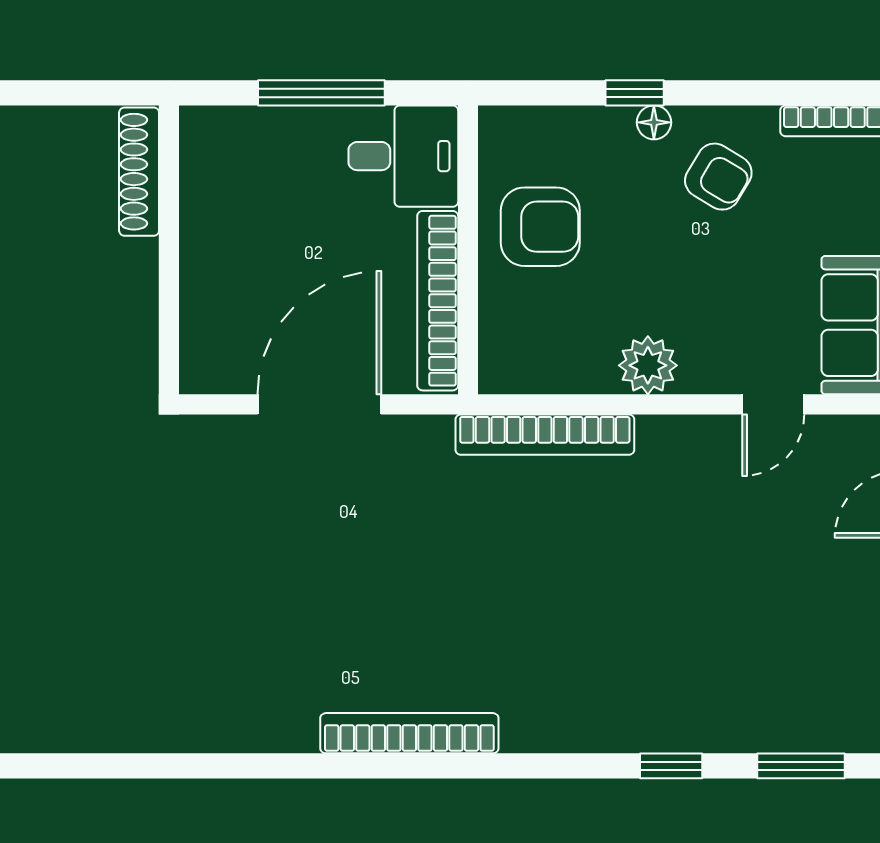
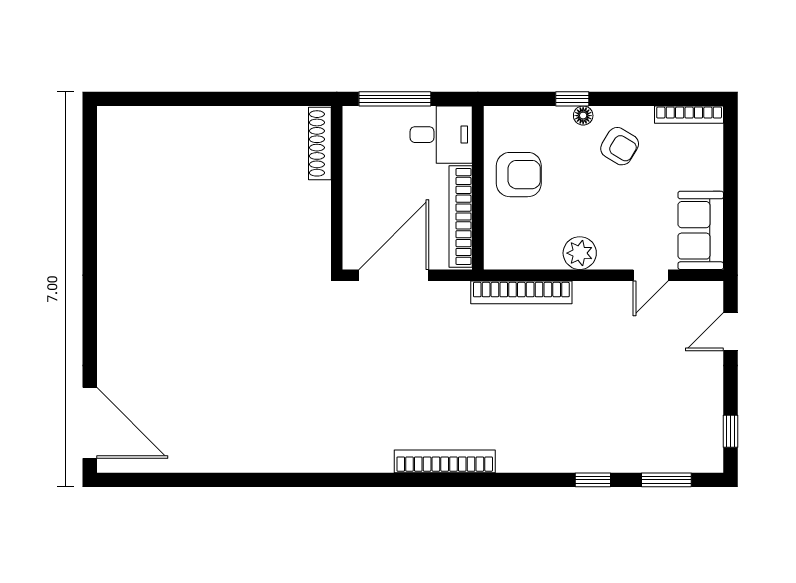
shoe rack: (139, 172) -> (320, 143), moved
wall: (169, 250) -> (337, 188), moved

